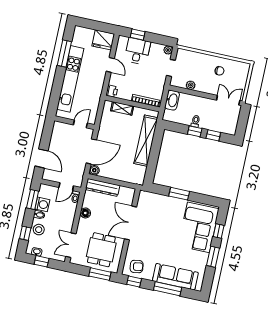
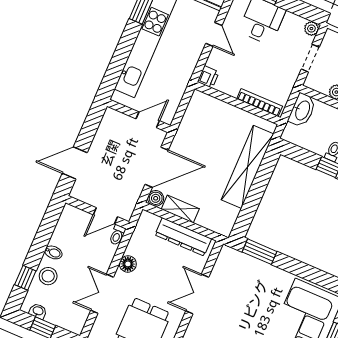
shelving: (122, 108) -> (180, 209), moved
door: (42, 158) -> (75, 163), swing flipped
dresser: (102, 187) -> (183, 237), moved
window: (179, 194) -> (259, 252), moved
window: (33, 199) -> (48, 226), removed
washing machine: (42, 204) -> (62, 237), removed
double door: (130, 223) -> (197, 294), width x0.73
double door: (71, 245) -> (102, 294), moved

